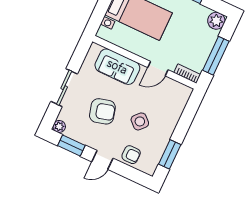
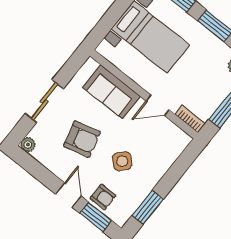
window: (71, 145) -> (96, 217), moved
door: (102, 160) -> (68, 195), swing flipped

